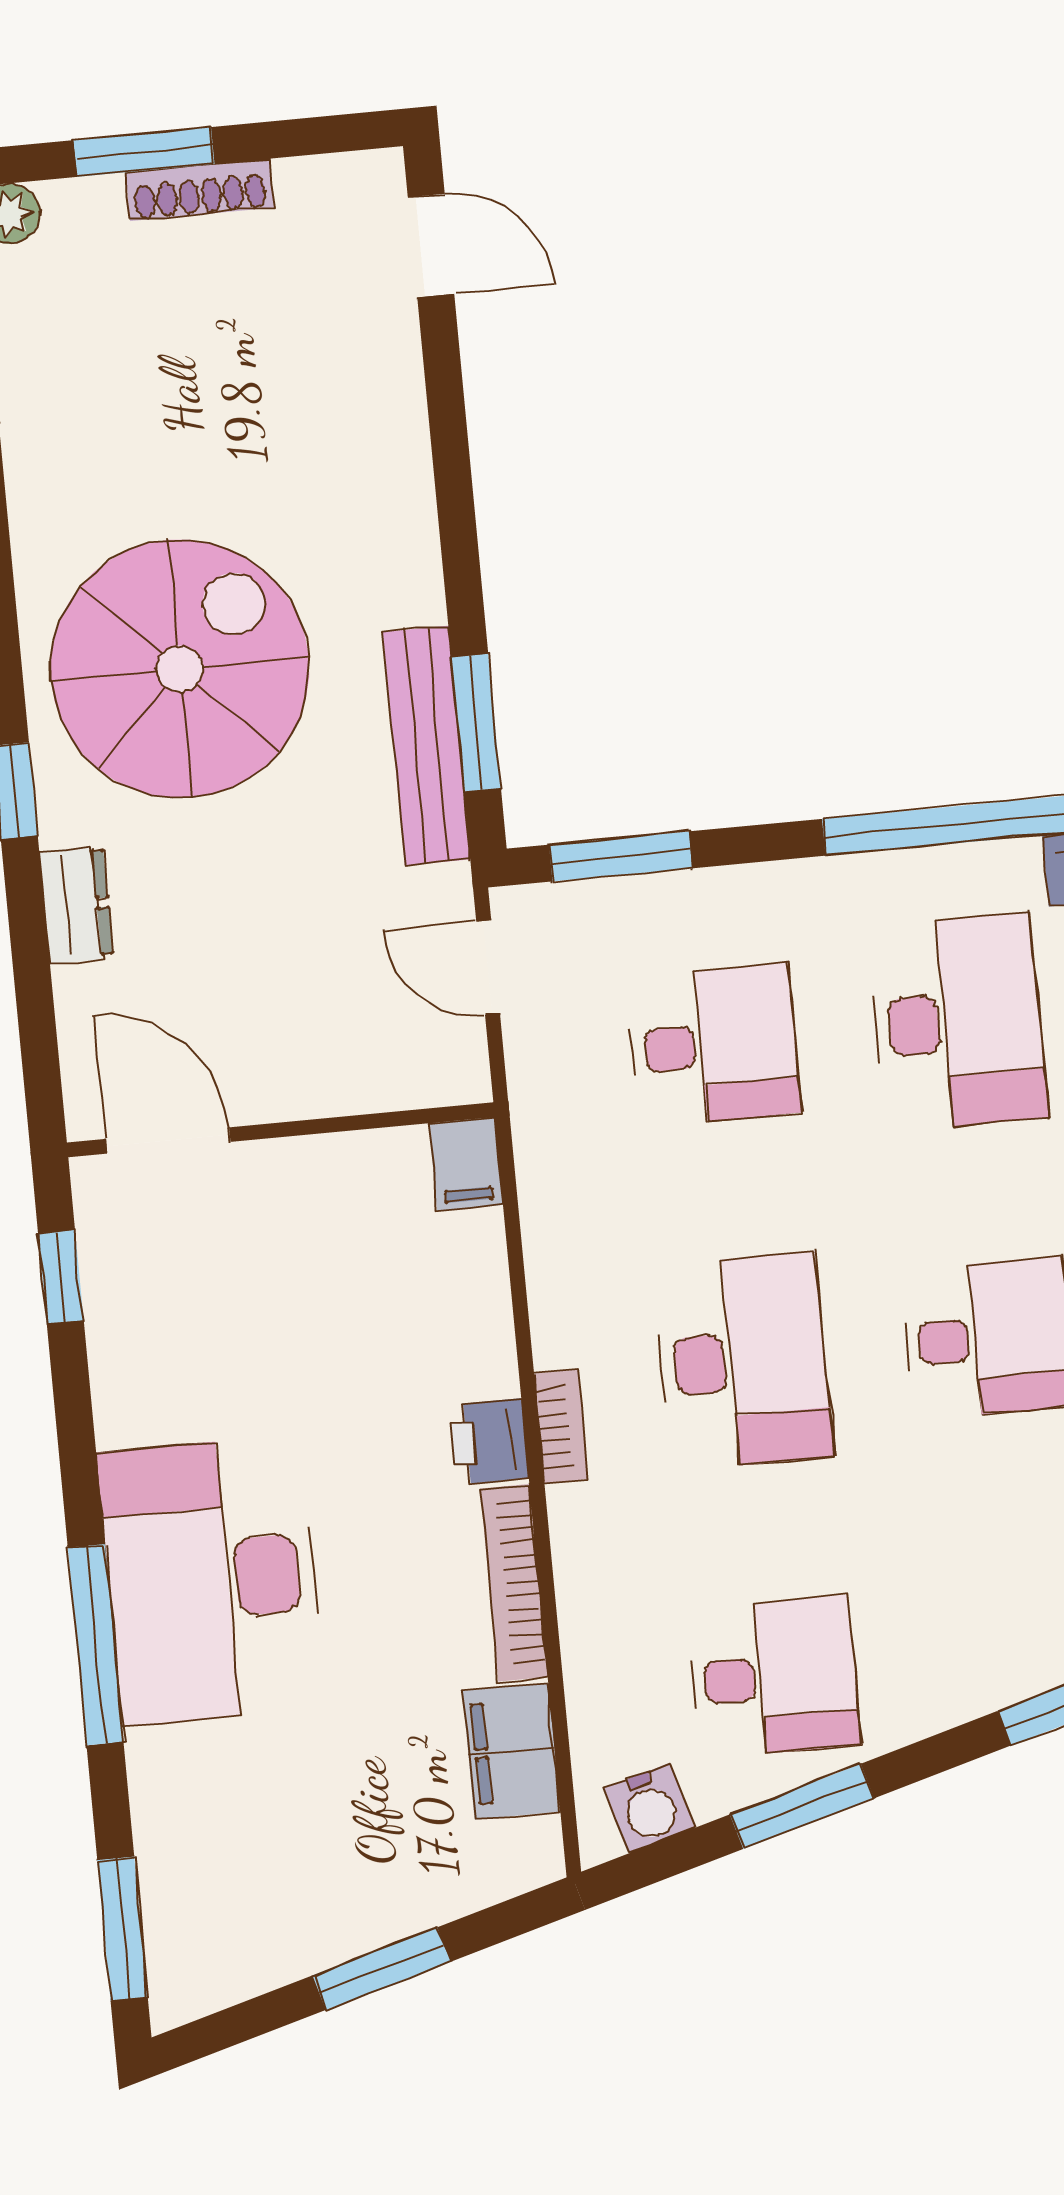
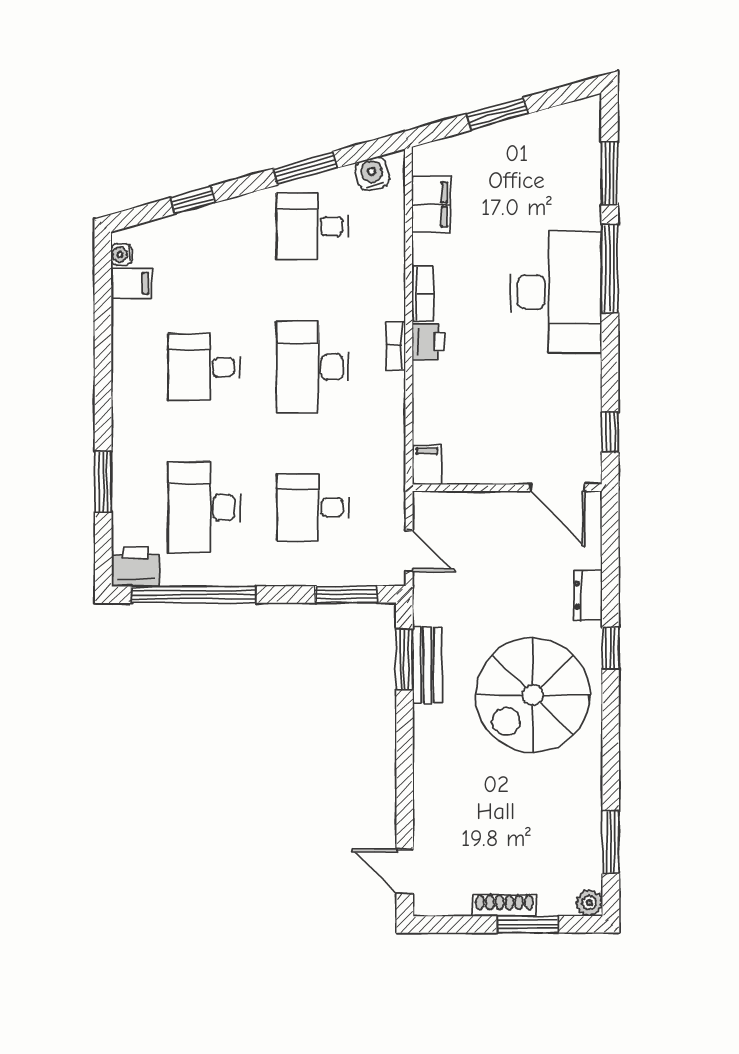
bench: (427, 746) -> (427, 665), width x0.73
bookcase: (514, 1583) -> (423, 294), width x0.64
window: (122, 1929) -> (610, 173), moved

